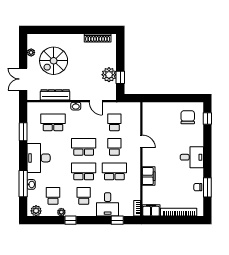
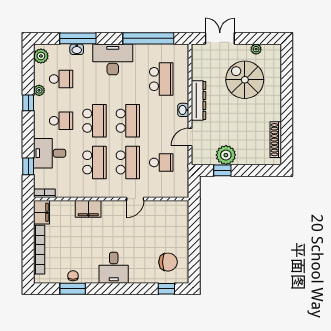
dresser: (55, 95) -> (199, 100), moved
window: (23, 132) -> (148, 38), width x2.11
school desk: (114, 147) -> (128, 162), width x1.85

